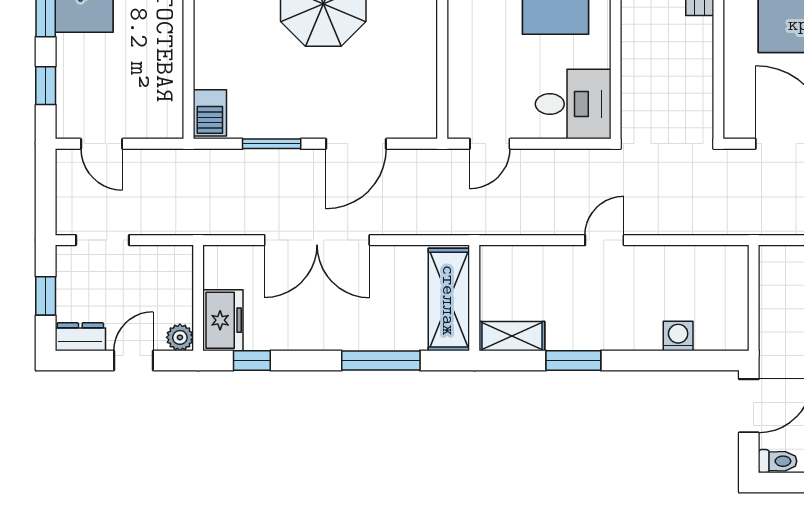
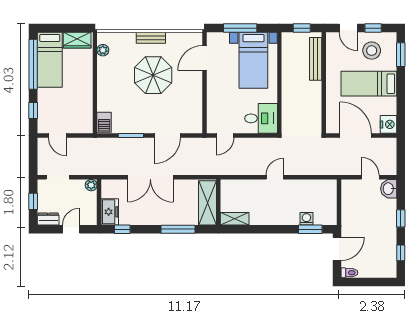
plant: (180, 337) -> (91, 185), moved
window: (573, 360) -> (310, 229), moved

